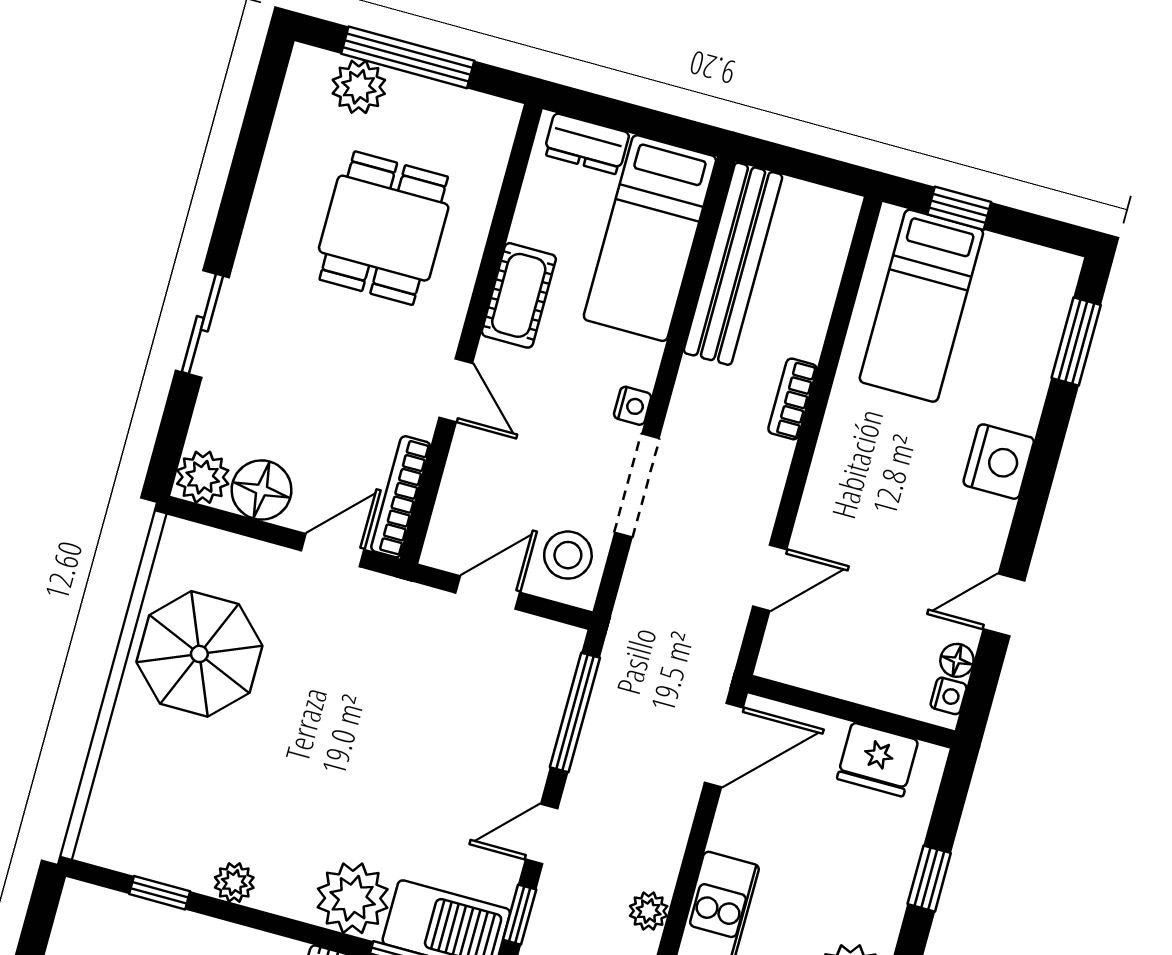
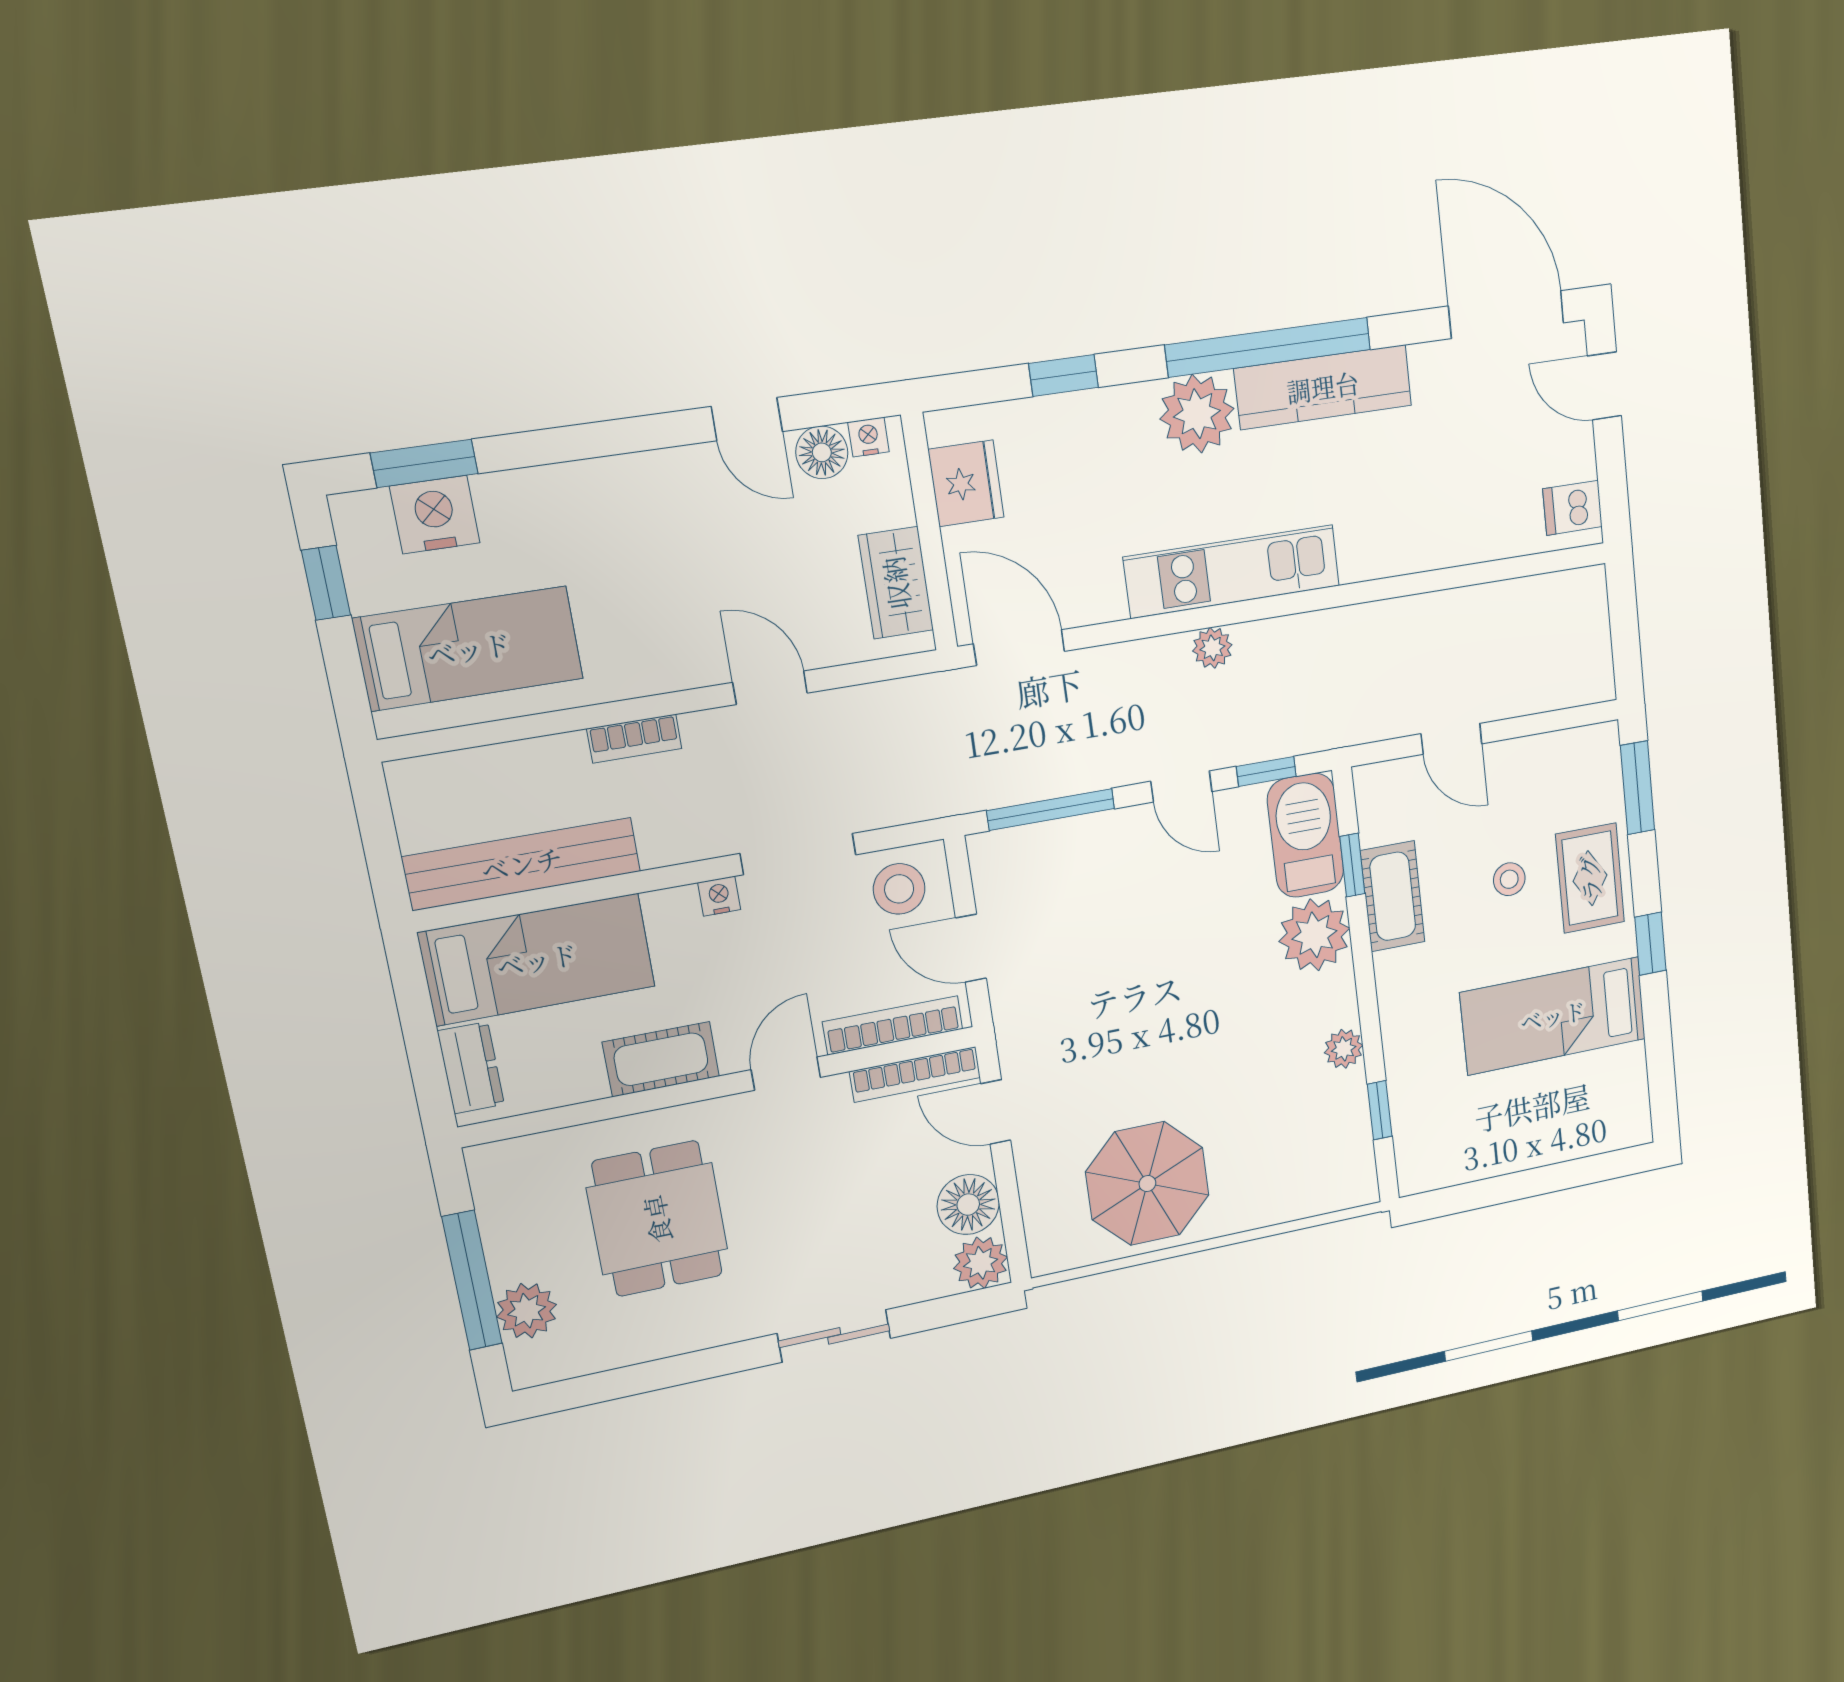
window: (959, 208) -> (326, 583), moved
dining table: (384, 228) -> (657, 1219), turned 90
nightstand: (999, 462) -> (435, 515), moved
bookcase: (453, 497) -> (893, 1025), added
door: (770, 578) -> (770, 688), moved
floor lamp: (957, 660) -> (822, 452), width x1.37, depth x1.37
wardrobe: (823, 666) -> (896, 583), added

